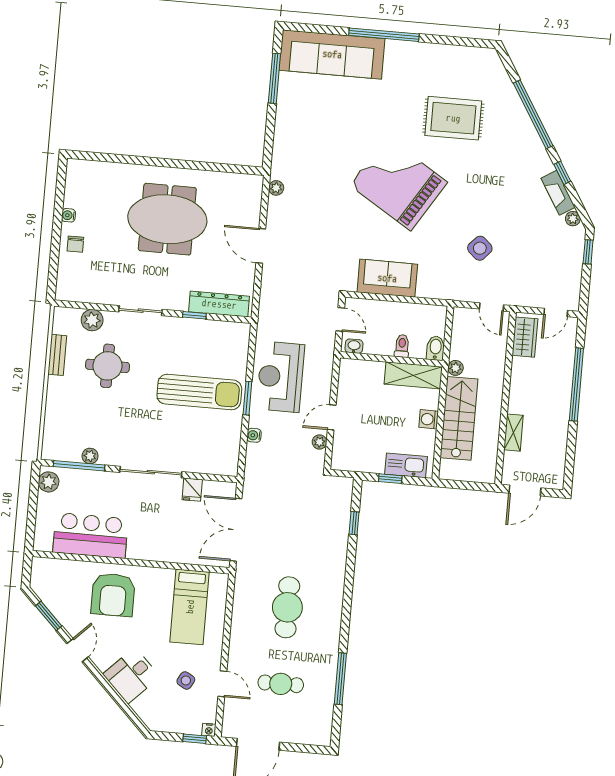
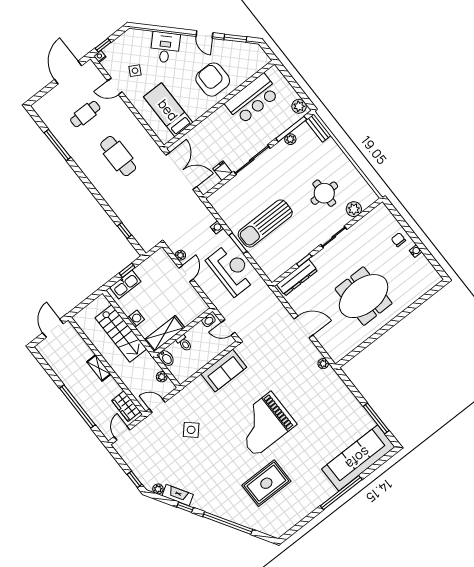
grand piano: (398, 184) -> (263, 424), turned 148
bench: (57, 355) -> (318, 128), moved
plant: (456, 368) -> (162, 377), moved
shelving: (513, 433) -> (99, 368), moved

